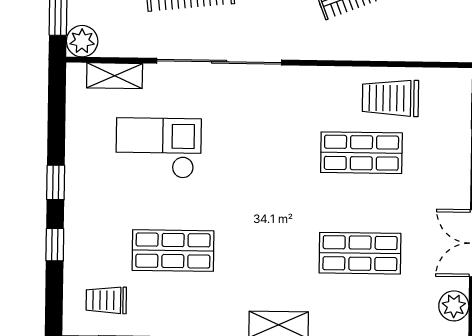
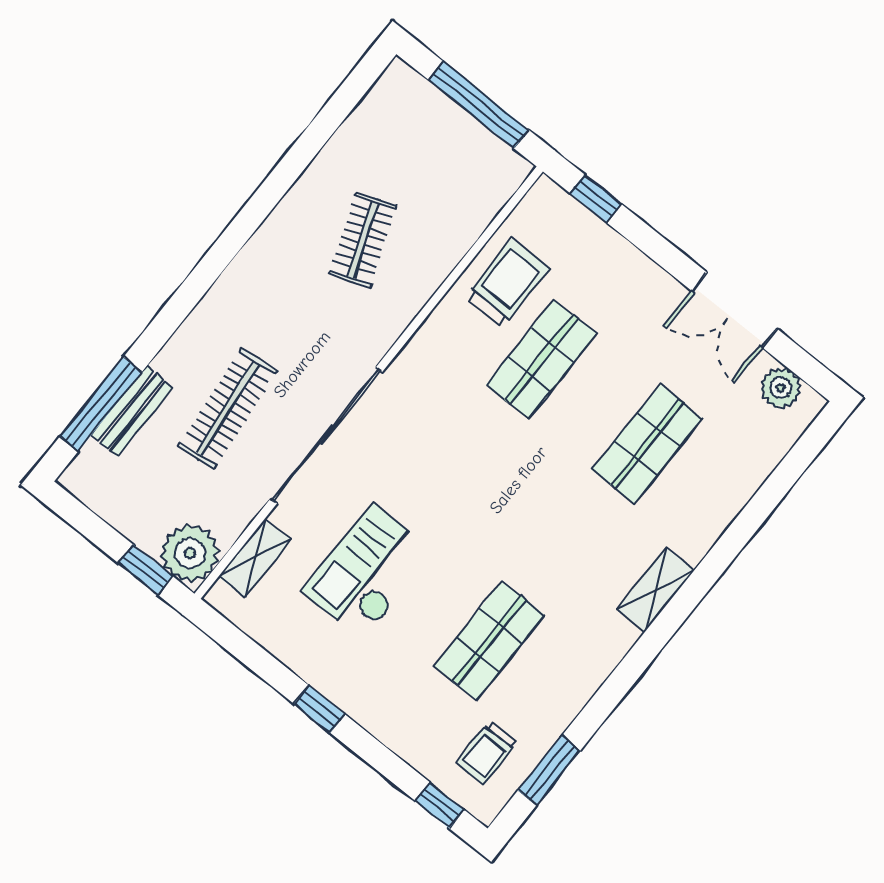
plant: (82, 41) -> (190, 553), width x1.36, depth x1.36
trolley: (390, 98) -> (507, 283), turned 180
window: (55, 245) -> (440, 805), moved

